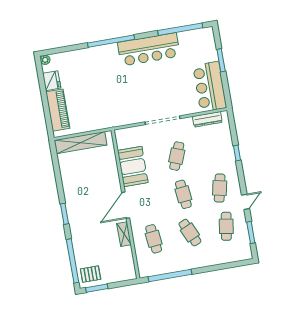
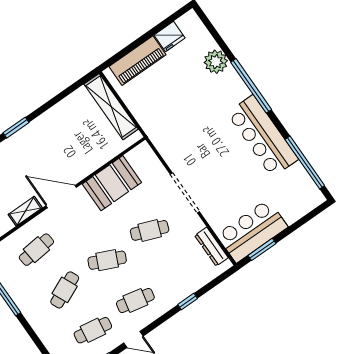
plant: (45, 60) -> (216, 62), moved, width x1.88, depth x1.88
window: (221, 60) -> (262, 249), moved
cafe table: (183, 194) -> (107, 260), turned 30

